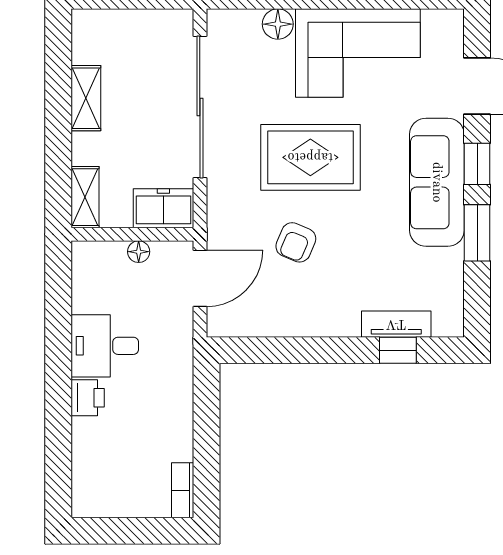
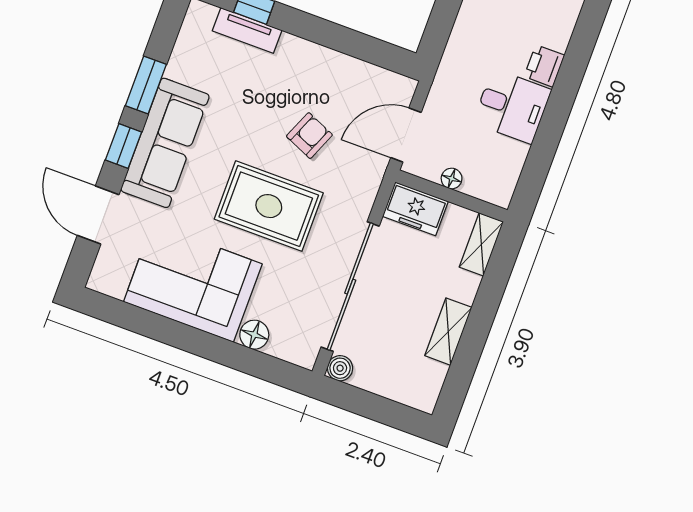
boiler: (180, 22) -> (340, 368), added

